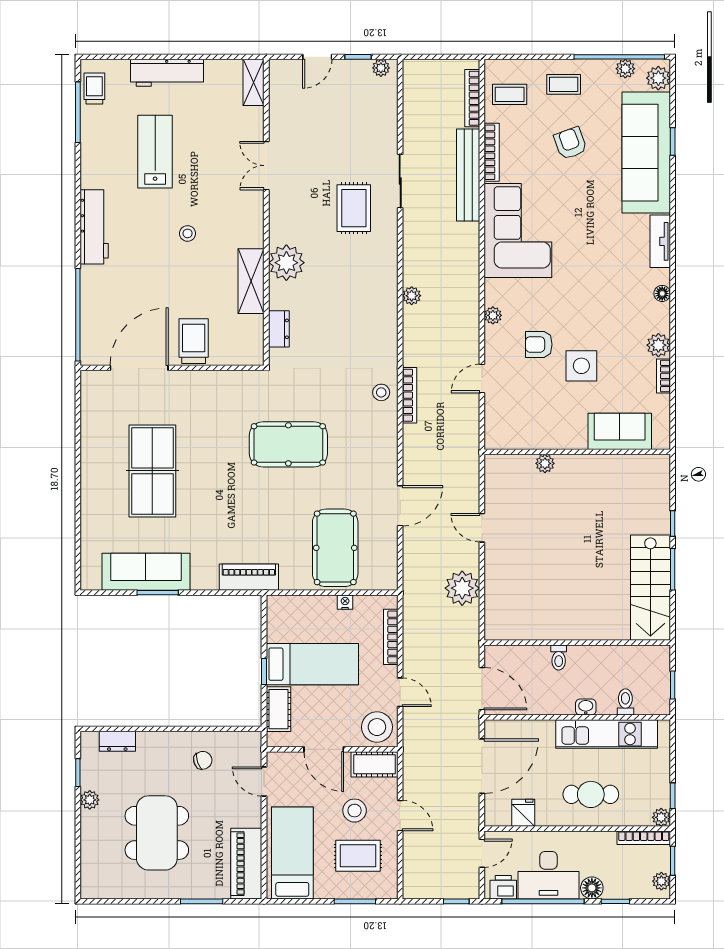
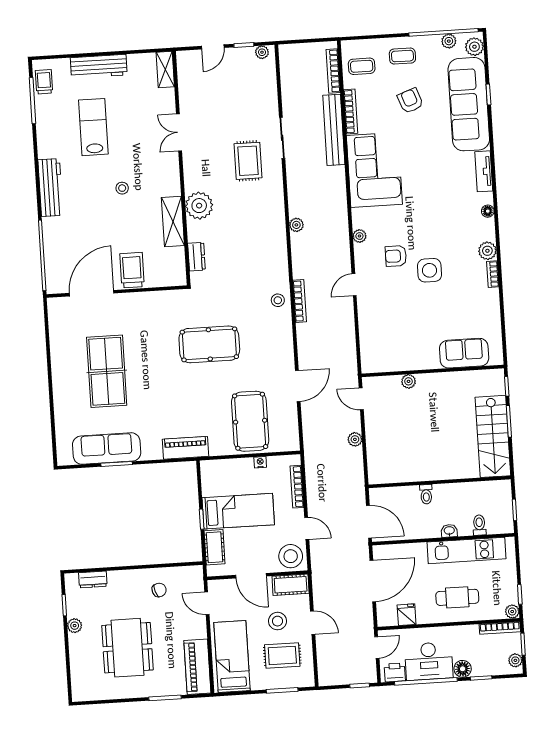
sofa: (620, 431) -> (464, 353), moved
wall: (577, 452) -> (433, 371), moved
plant: (545, 463) -> (409, 381), moved
plant: (462, 588) -> (355, 439), width x0.53, depth x0.53

